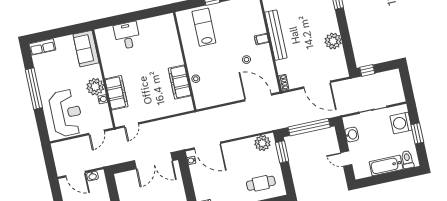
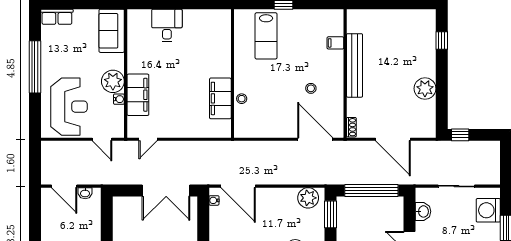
lab bench: (204, 27) -> (266, 36), turned 180
filing cabinet: (262, 39) -> (335, 43), moved
door: (96, 132) -> (102, 139), hinge flipped

